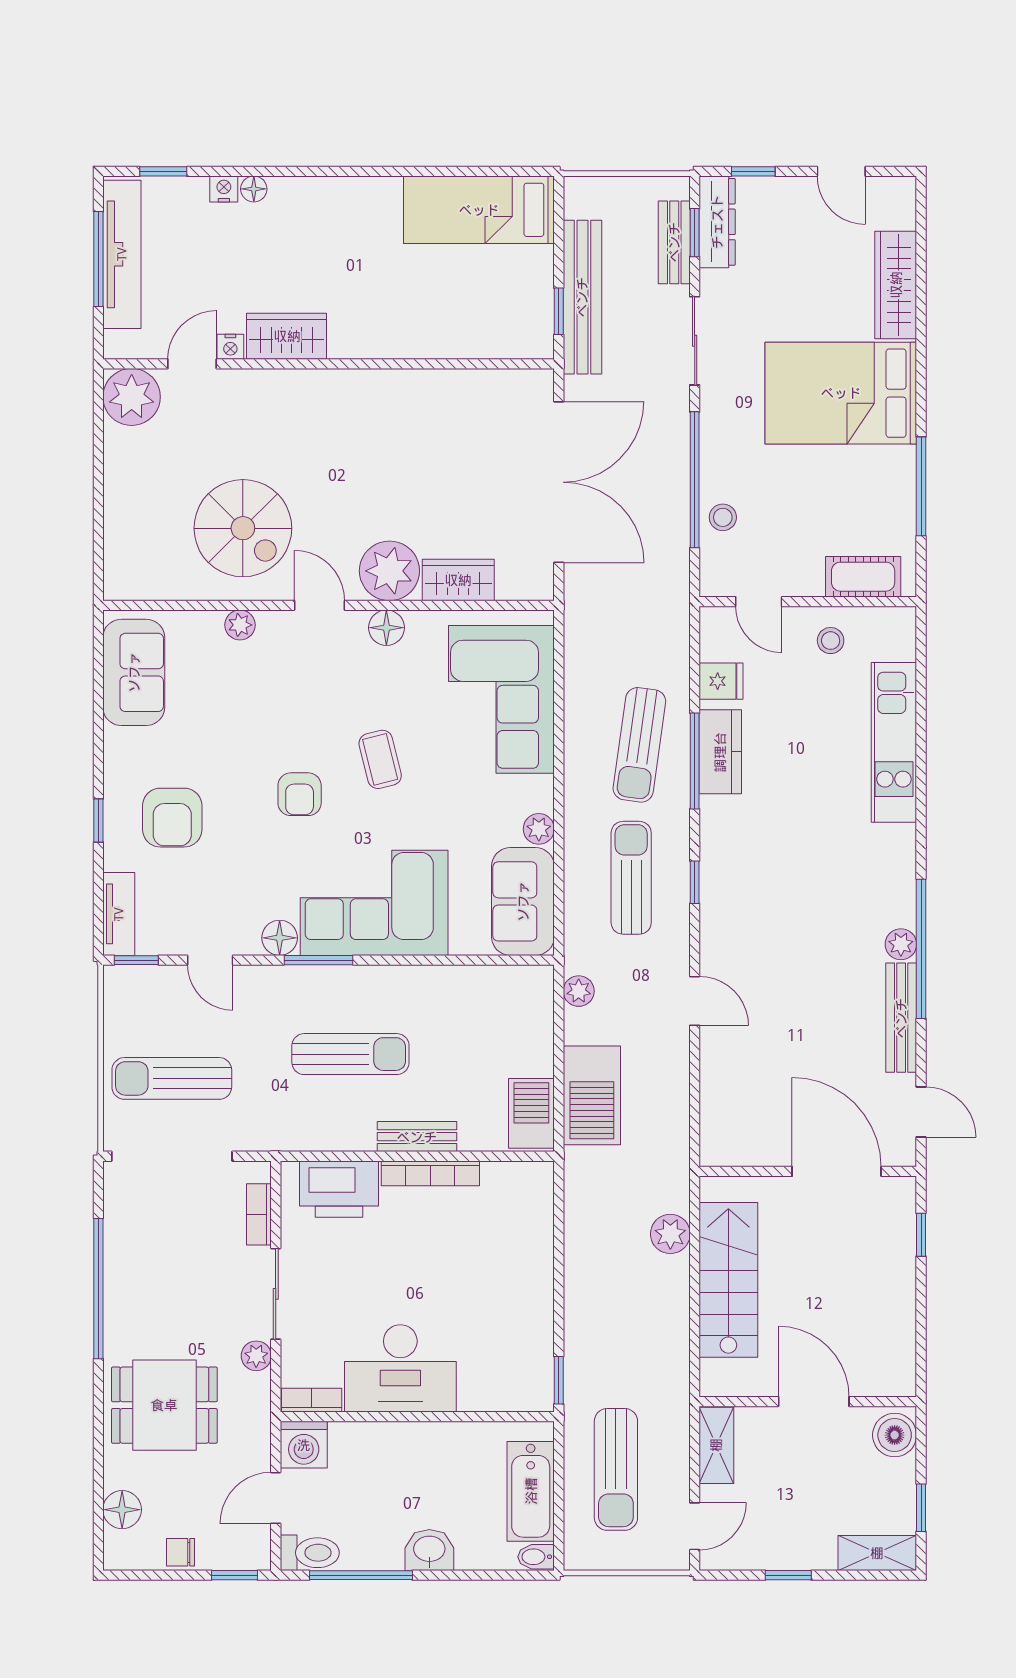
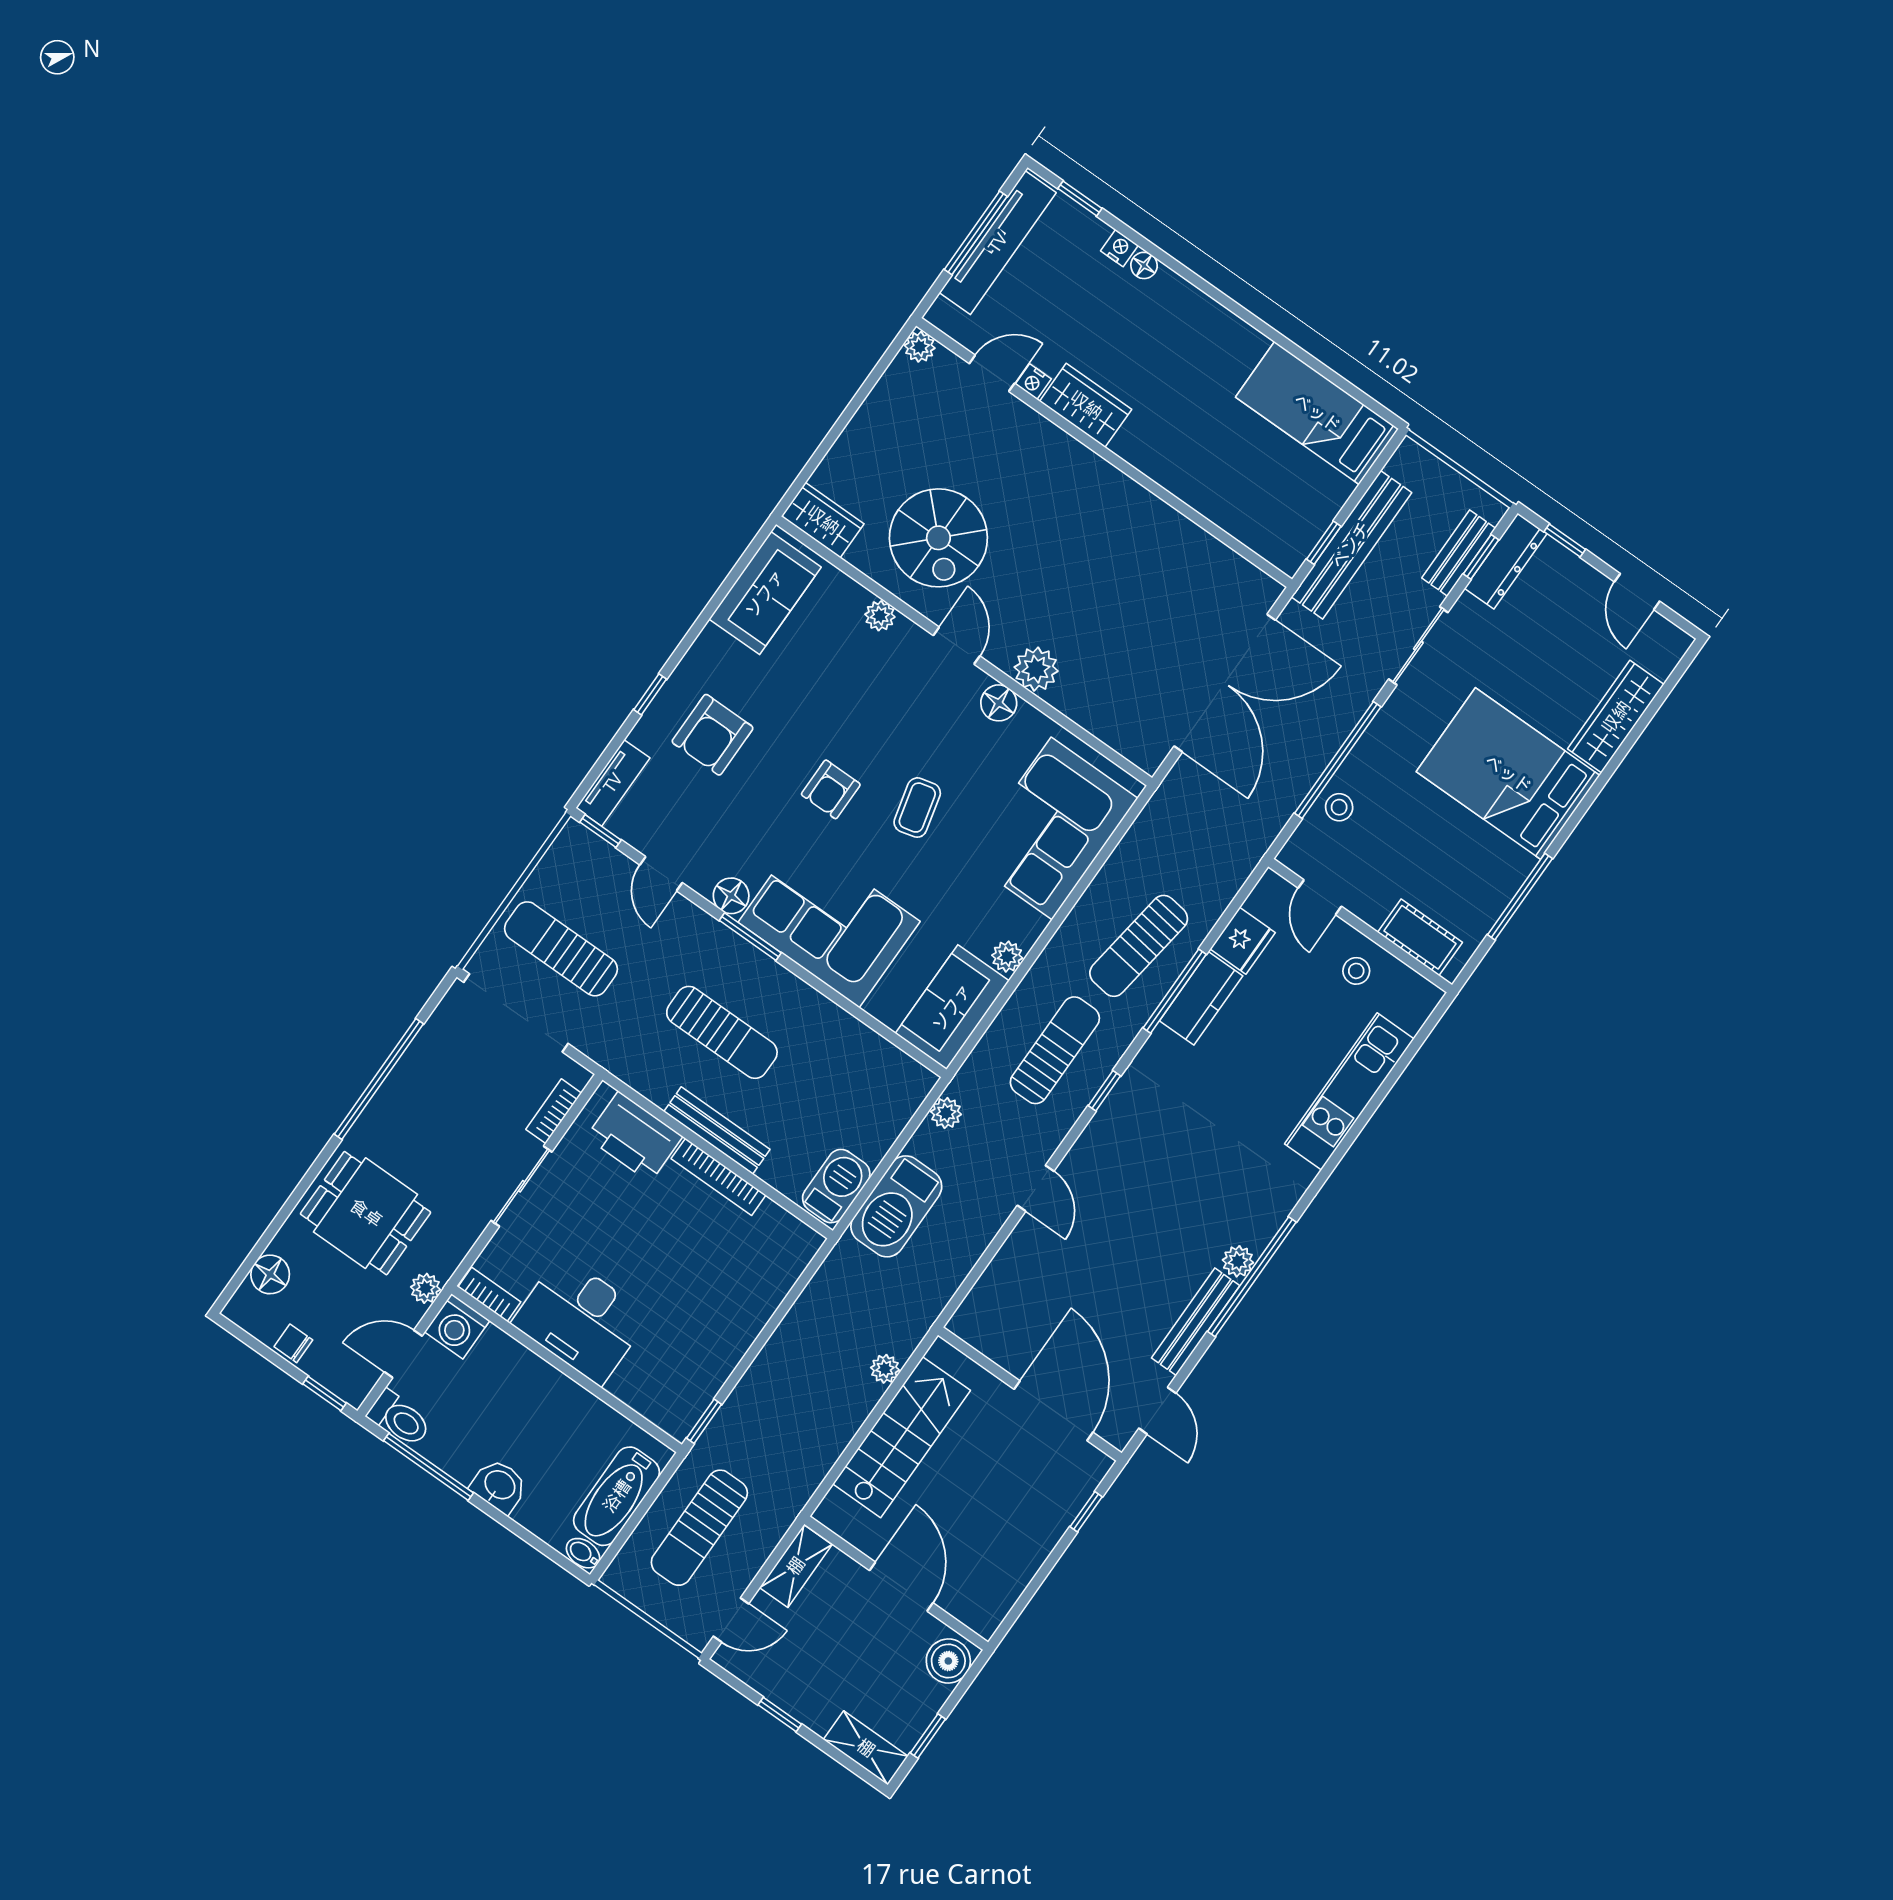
plant: (132, 397) -> (920, 347), width x0.53, depth x0.53
plant: (389, 571) -> (1036, 669), width x0.73, depth x0.73
wardrobe: (458, 580) -> (823, 520), moved
fridge: (721, 681) -> (1243, 941), width x1.38
bench: (417, 1137) -> (717, 1130), width x1.36
plant: (670, 1234) -> (885, 1369), width x0.73, depth x0.73
plant: (256, 1356) -> (426, 1288), moved

